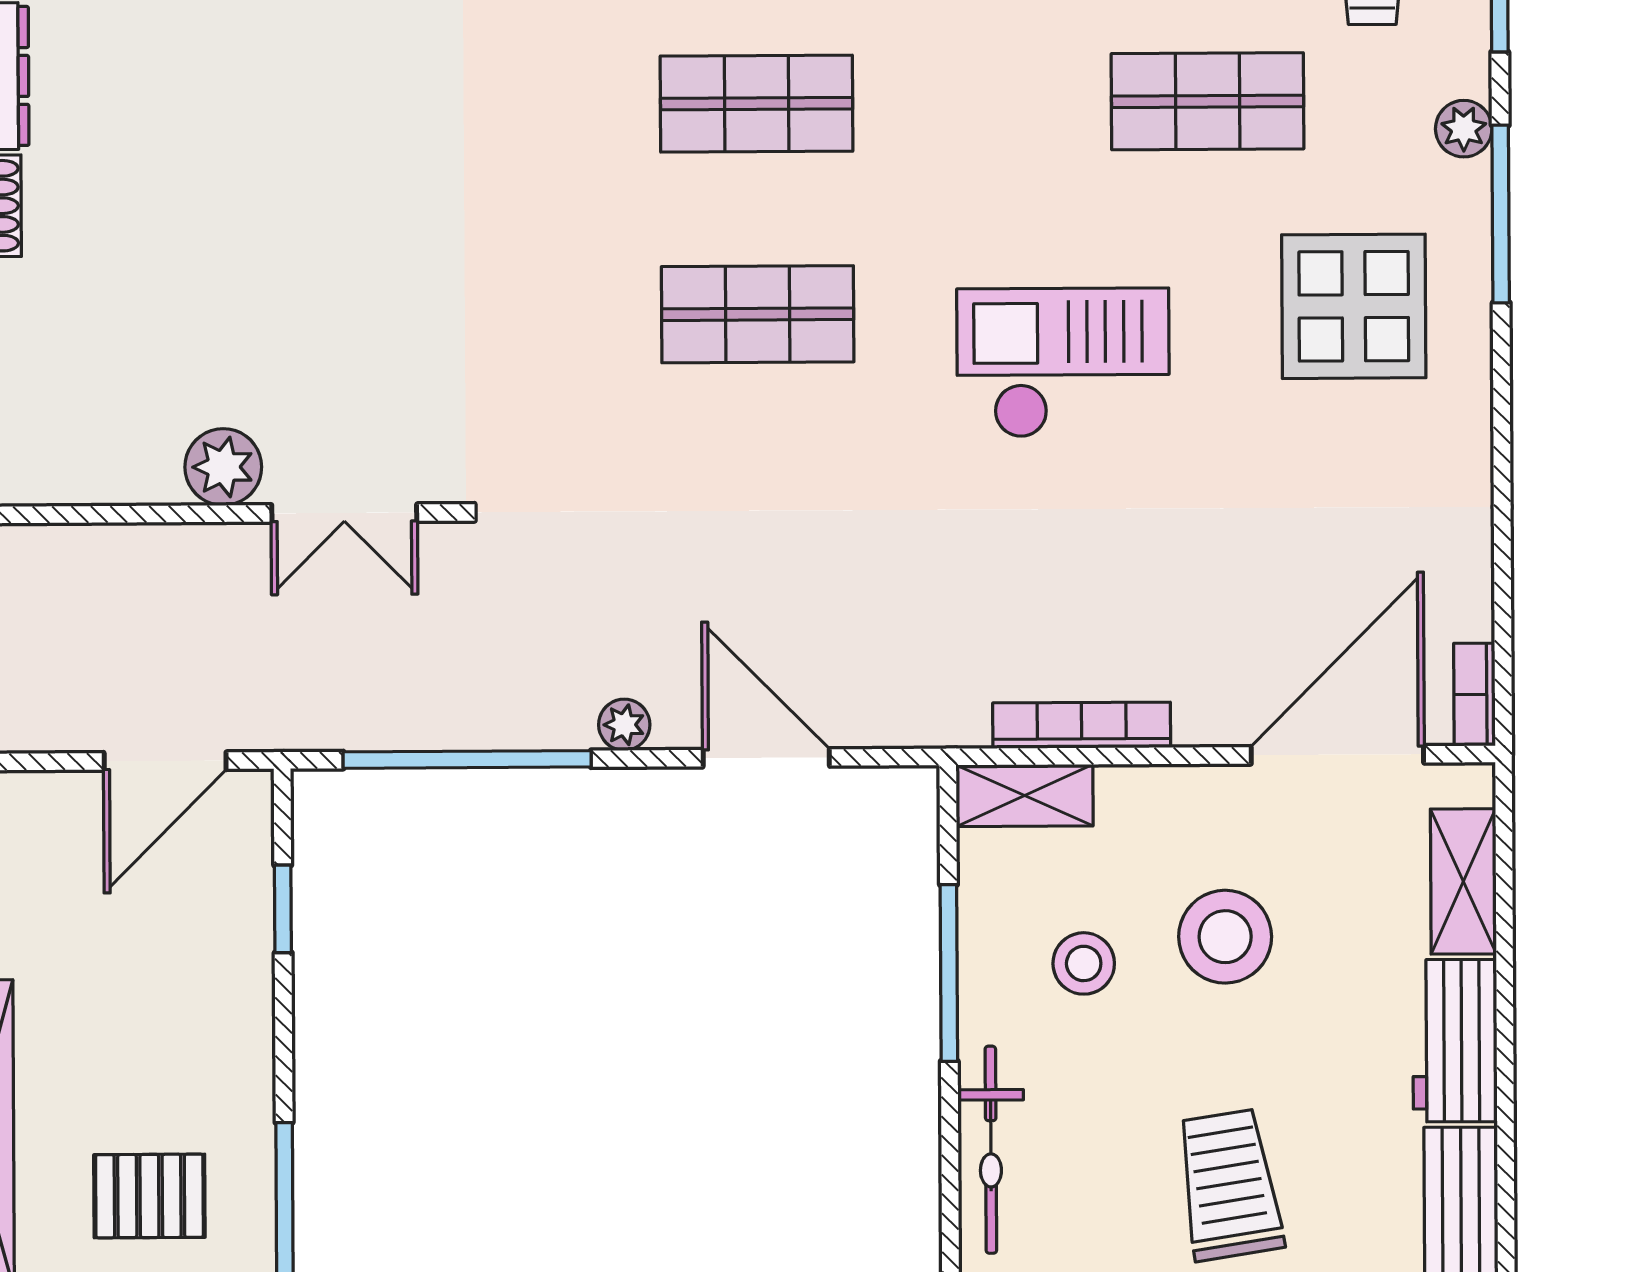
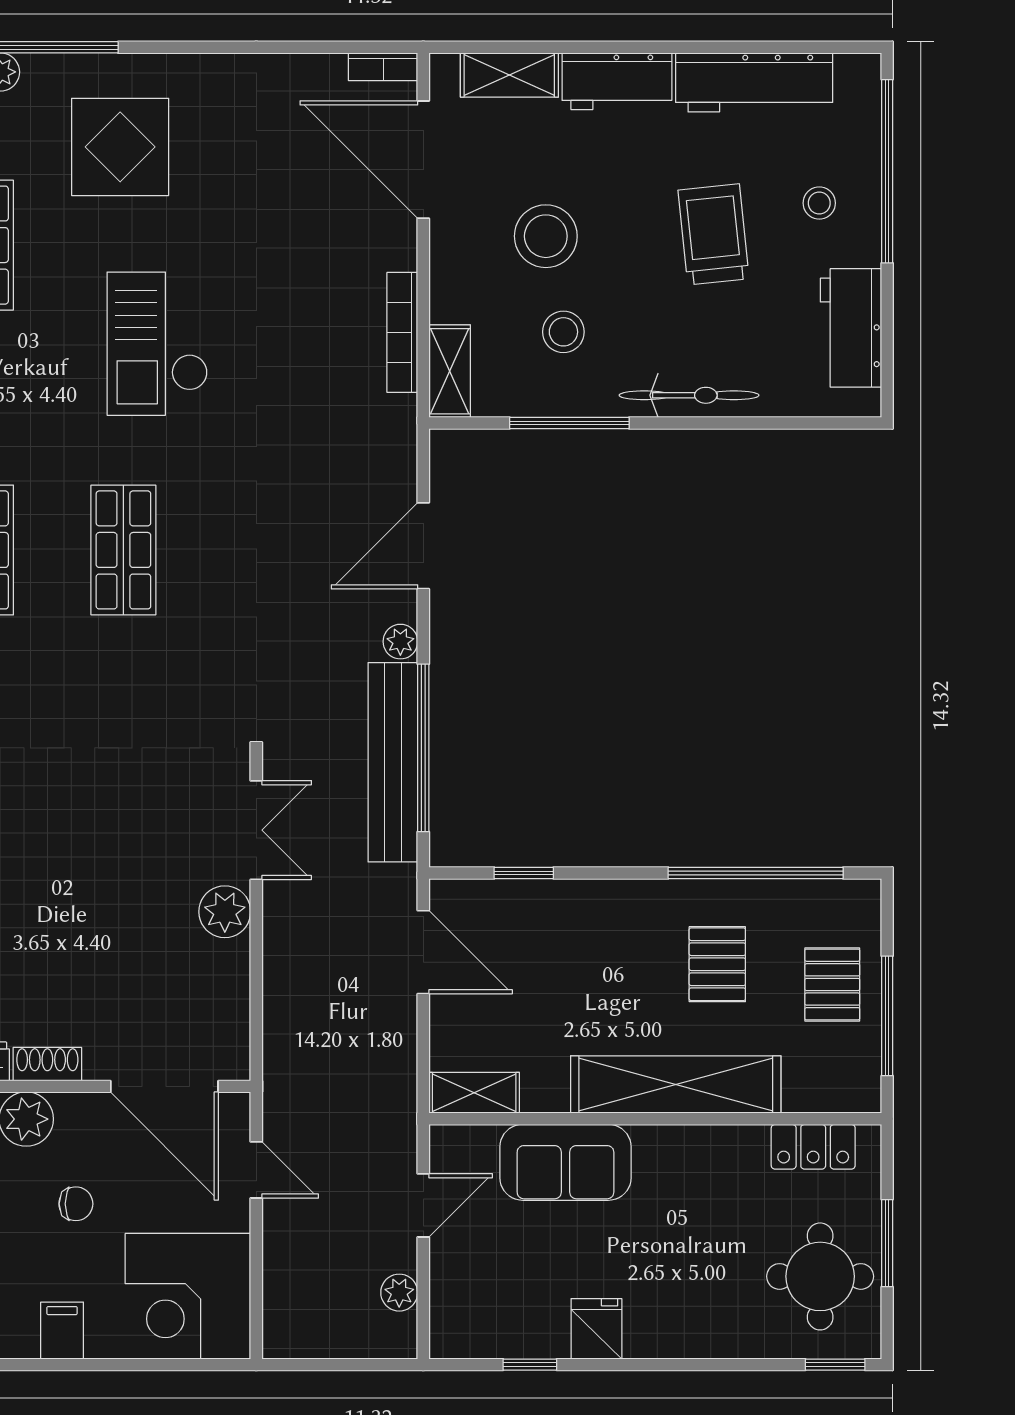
bench: (446, 715) -> (393, 762), added
trolley: (1229, 1185) -> (714, 234), turned 93

